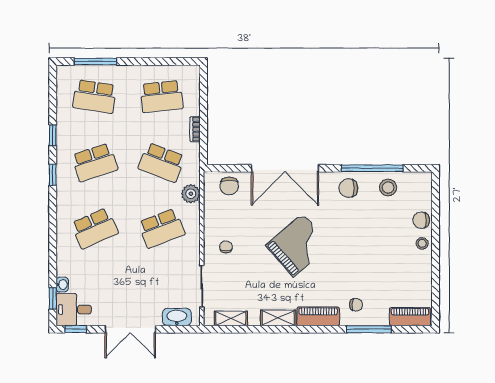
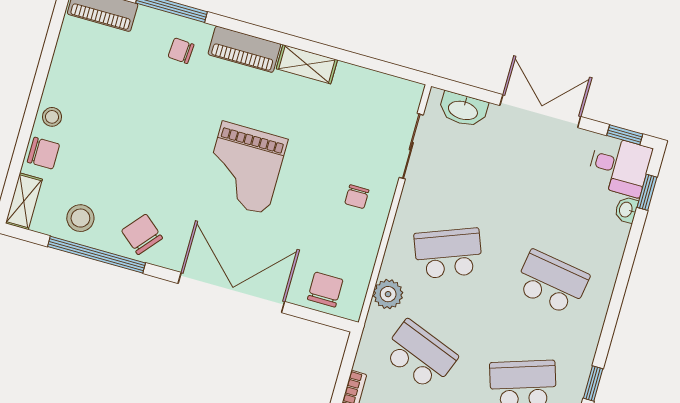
chair: (348, 188) -> (142, 234), turned -140
school desk: (95, 228) -> (552, 282), turned 33
grand piano: (298, 245) -> (245, 168), turned -49
shelving: (231, 318) -> (24, 201), moved, turned 90

